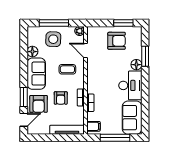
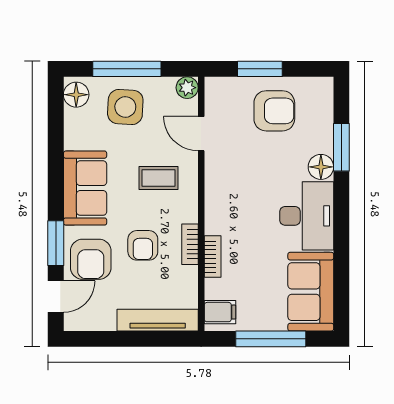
window: (123, 23) -> (260, 69), moved
floor lamp: (32, 52) -> (76, 95), moved

